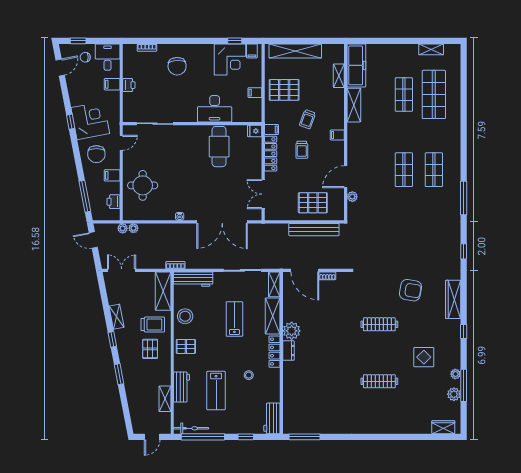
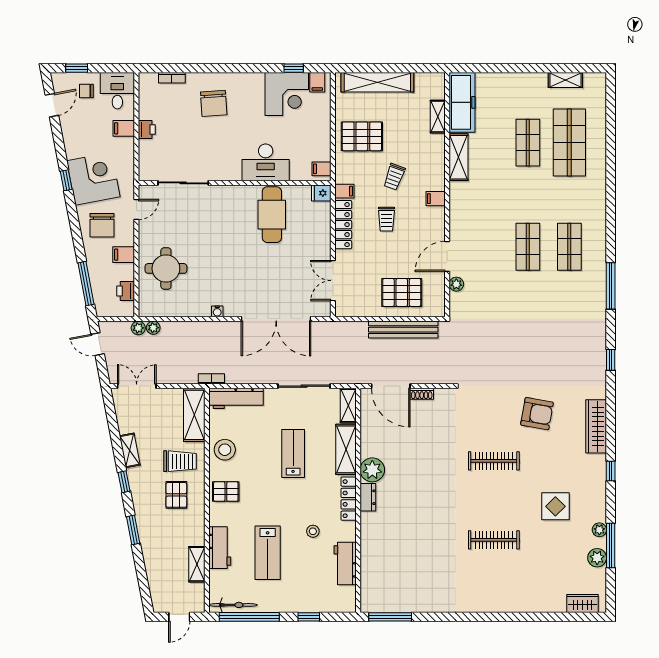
filing cabinet: (255, 93) -> (322, 169), moved
workbench: (272, 418) -> (345, 563), moved

